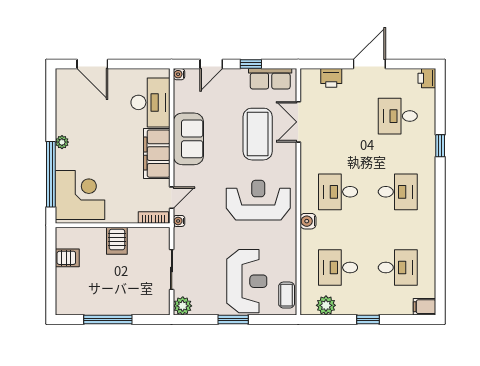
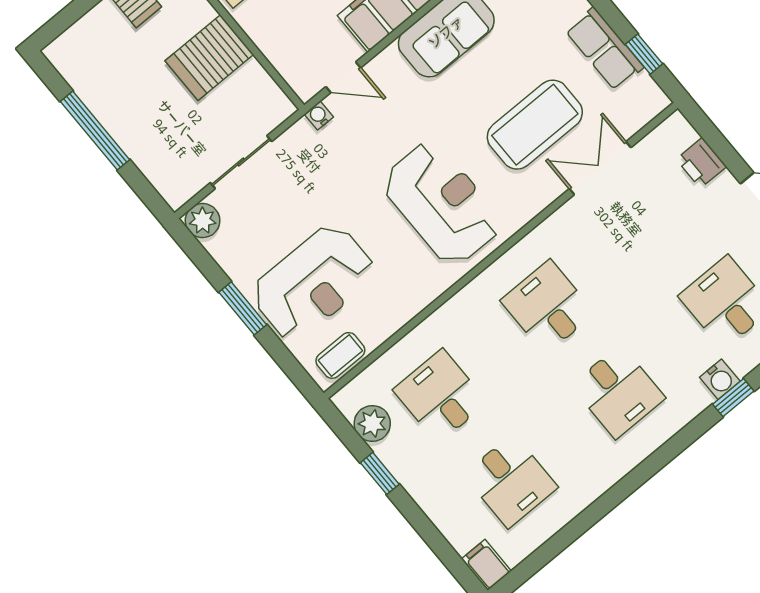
window: (251, 64) -> (644, 54), moved
row of seats: (270, 79) -> (604, 49), moved
bookcase: (153, 218) -> (294, 75), removed
water cooler: (308, 221) -> (720, 379), moved, turned 180
server rack: (117, 241) -> (209, 58), width x1.36, depth x1.44
window: (368, 319) -> (380, 473), moved

